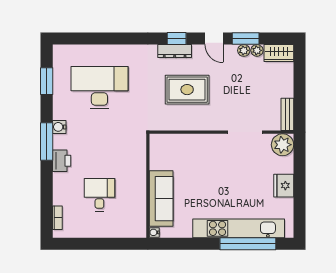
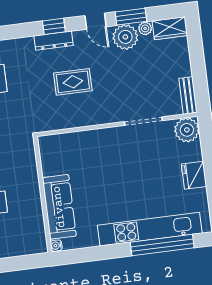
plant: (244, 50) -> (125, 37), width x1.87, depth x1.87
rug: (187, 90) -> (73, 82), width x0.73, depth x0.70

